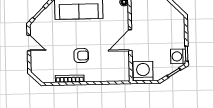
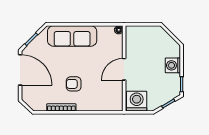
door: (29, 43) -> (20, 70), width x1.88
armchair: (81, 56) -> (74, 84), turned 180
washing machine: (178, 56) -> (173, 65), moved

